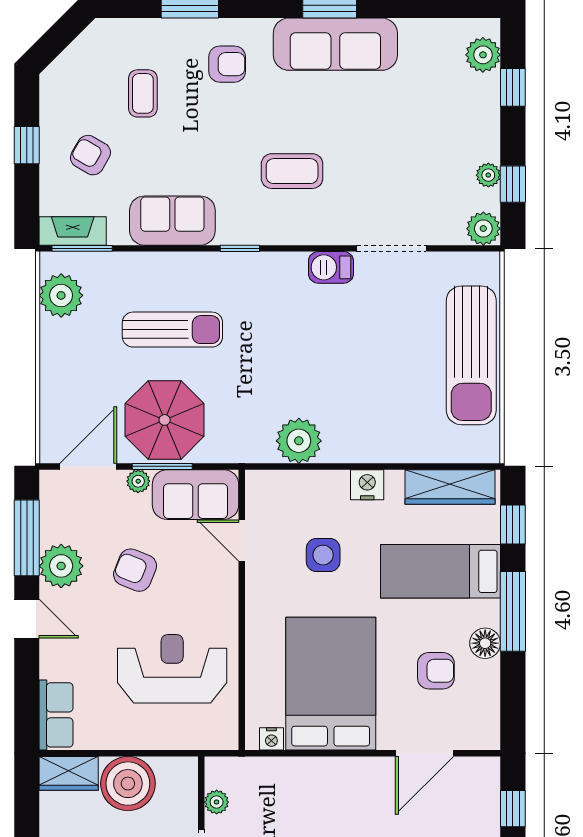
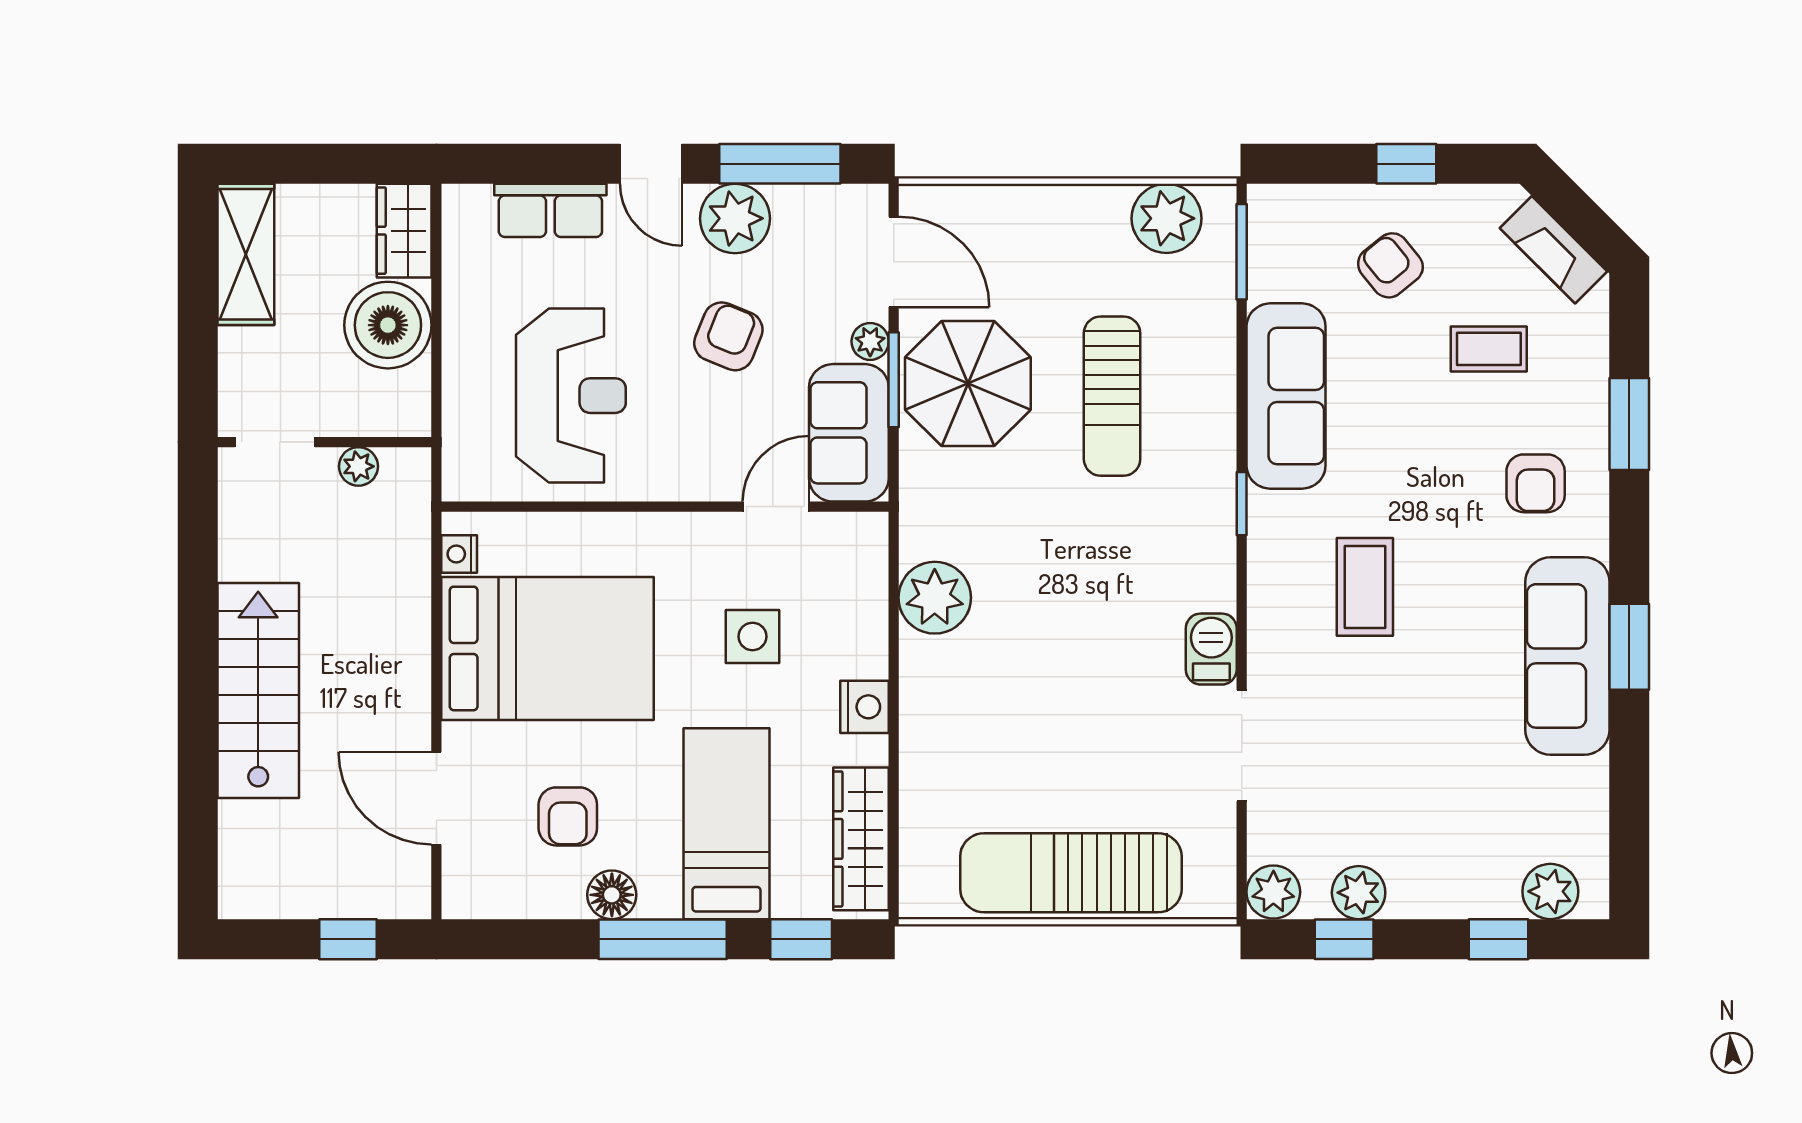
armchair: (90, 155) -> (1390, 265), turned -69
plant: (488, 175) -> (1359, 893), width x1.38, depth x1.38
sofa: (172, 221) -> (1286, 396), width x1.36
fireplace: (73, 231) -> (1553, 250), moved, turned 135
door: (27, 619) -> (651, 164), hinge flipped
row of seats: (56, 715) -> (550, 210), moved

